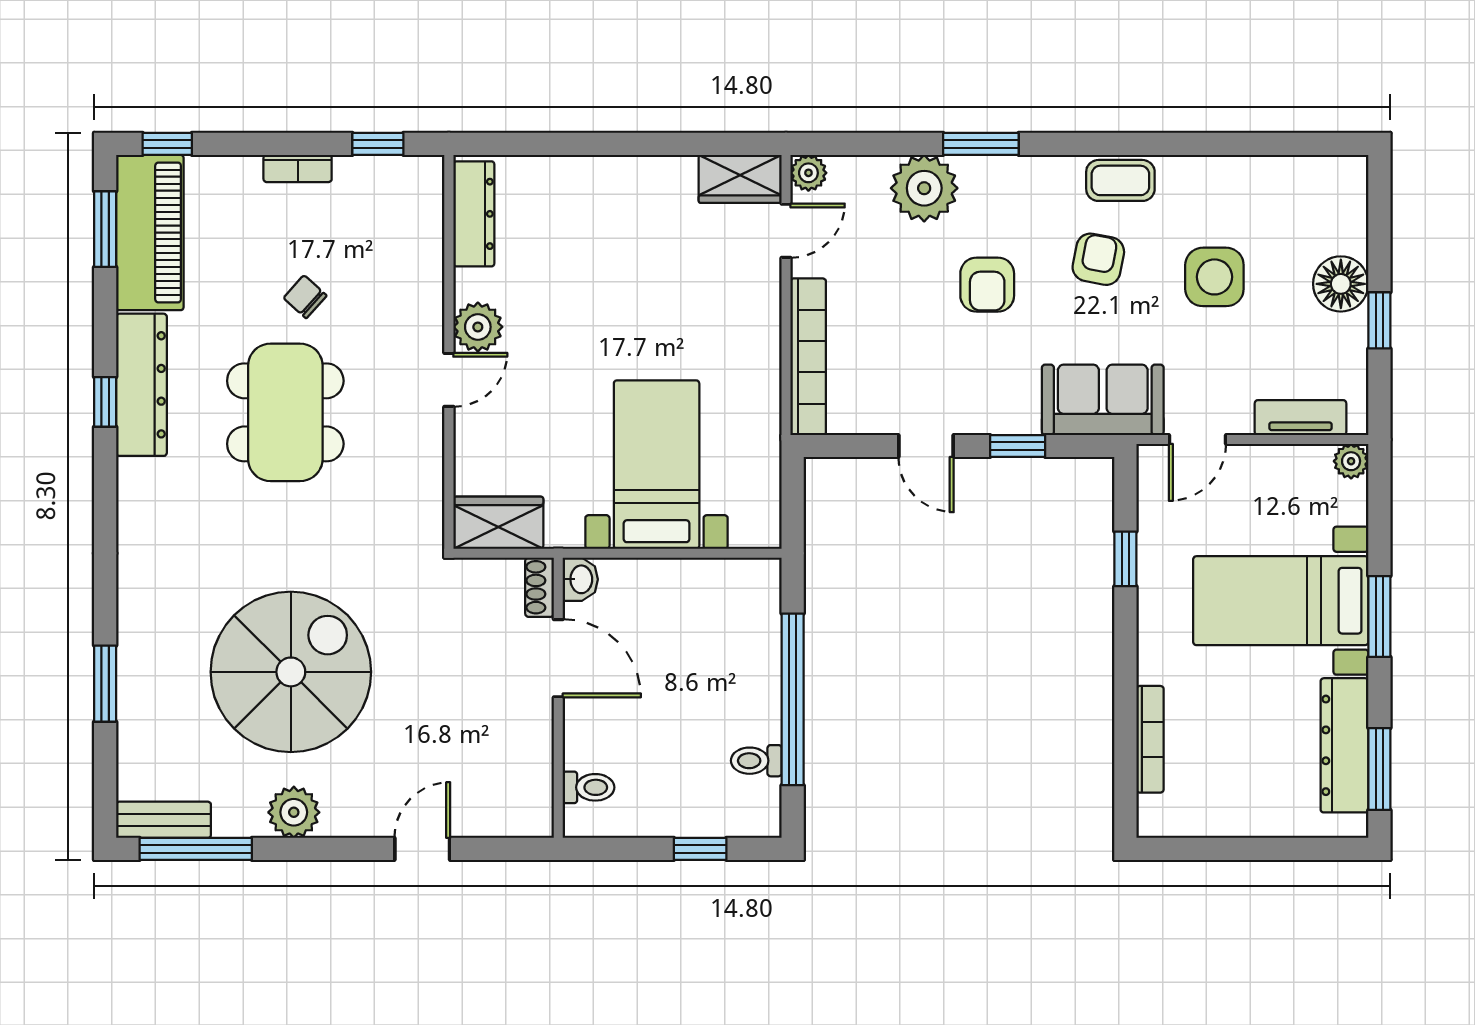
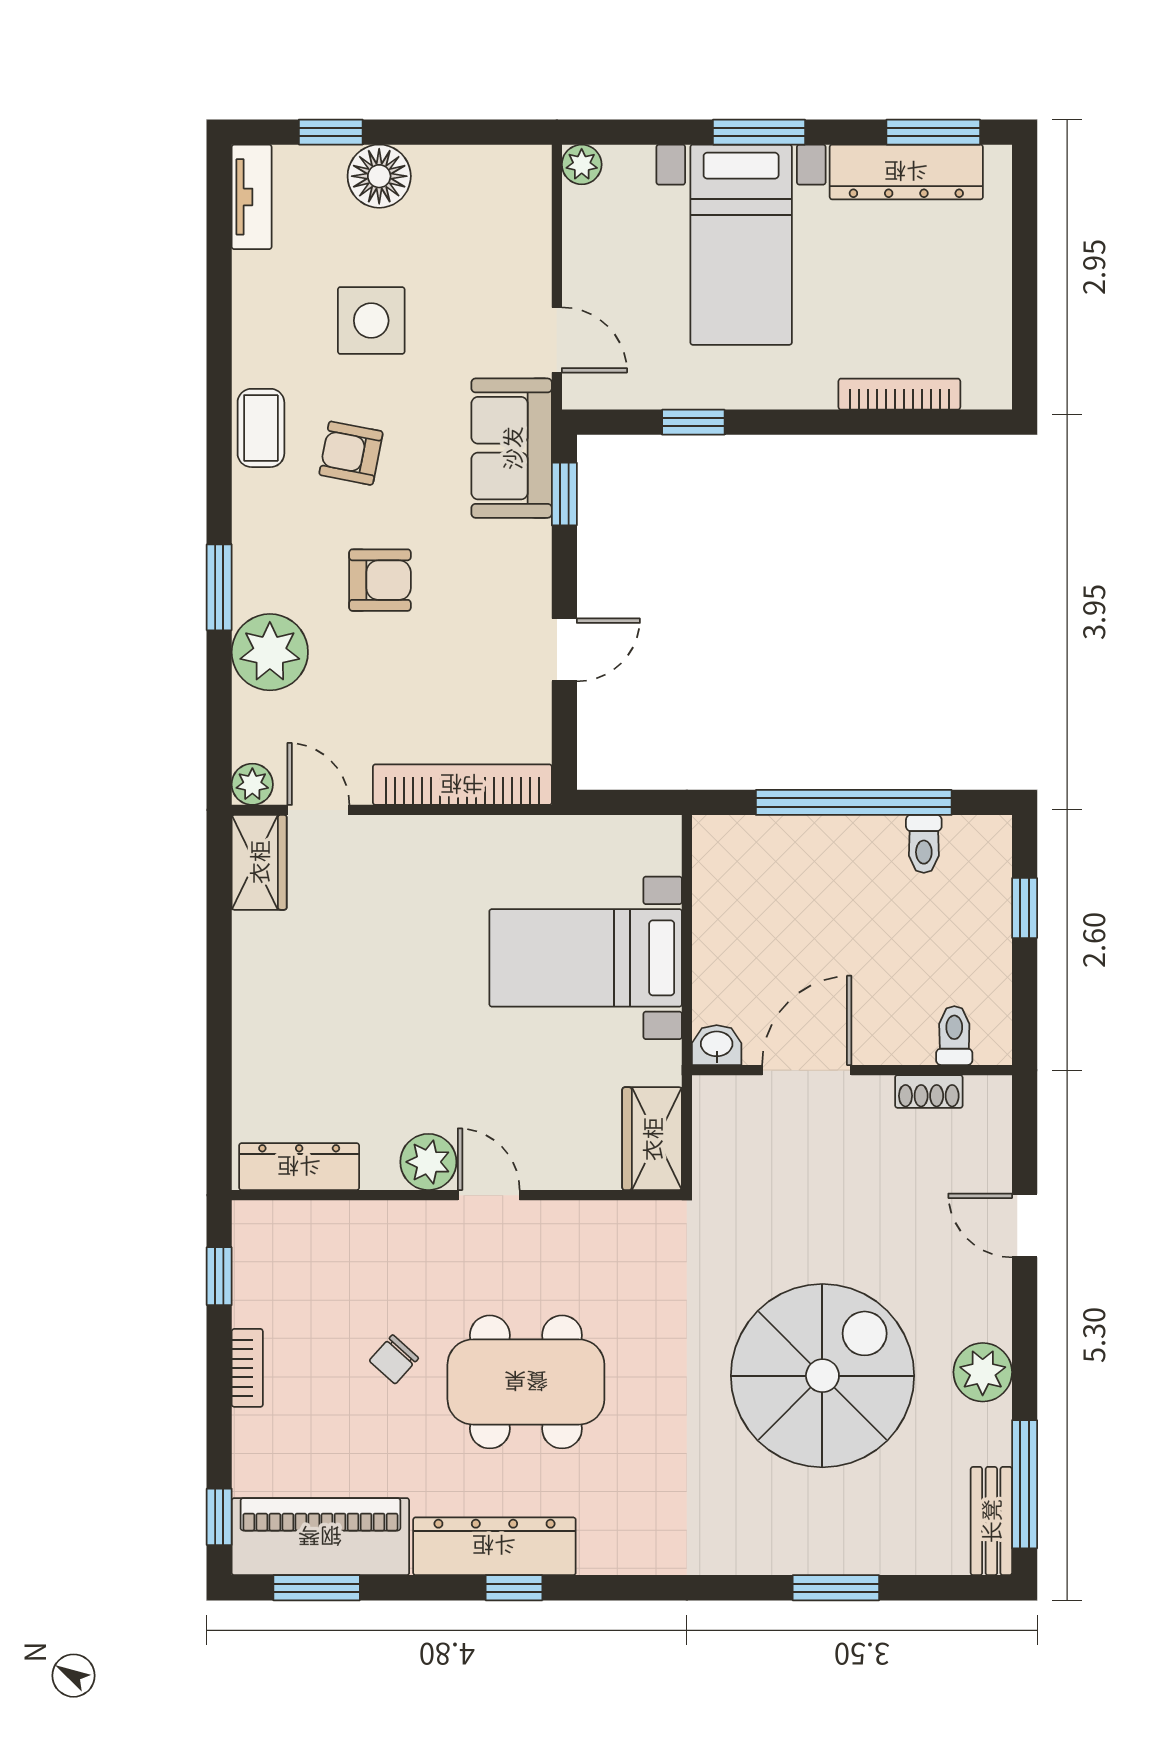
window: (1379, 320) -> (331, 132), moved
tv unit: (1301, 418) -> (252, 197), moved, turned 180
window: (1018, 446) -> (564, 494), moved
shoe rack: (540, 587) -> (929, 1091), moved
spiral stairs: (291, 672) -> (822, 1376), turned 90

